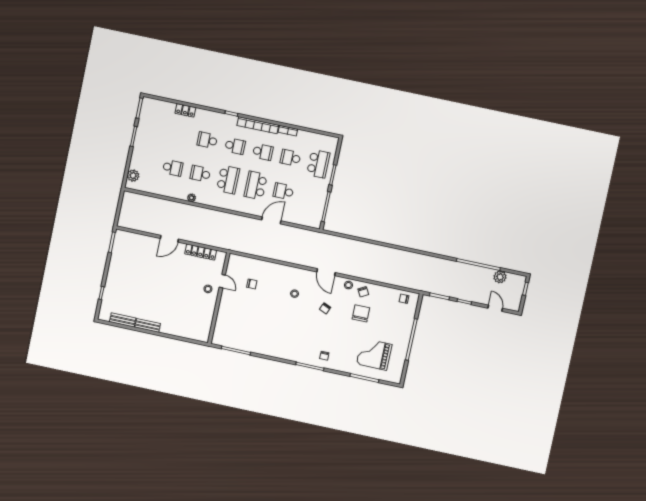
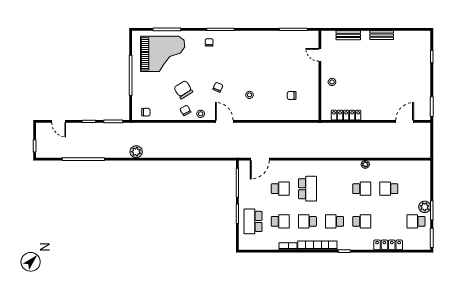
locker: (185, 110) -> (388, 245), width x1.53
plant: (133, 176) -> (425, 207), moved
school desk: (228, 180) -> (416, 221), moved, width x0.54
door: (271, 220) -> (260, 159), moved
door: (169, 239) -> (405, 121), moved
plant: (500, 277) -> (136, 152), moved
door: (222, 281) -> (320, 55), moved
chair: (361, 313) -> (183, 90), turned 148
bench: (123, 320) -> (348, 35), moved
grand piano: (374, 354) -> (163, 54), width x1.37, depth x1.48

